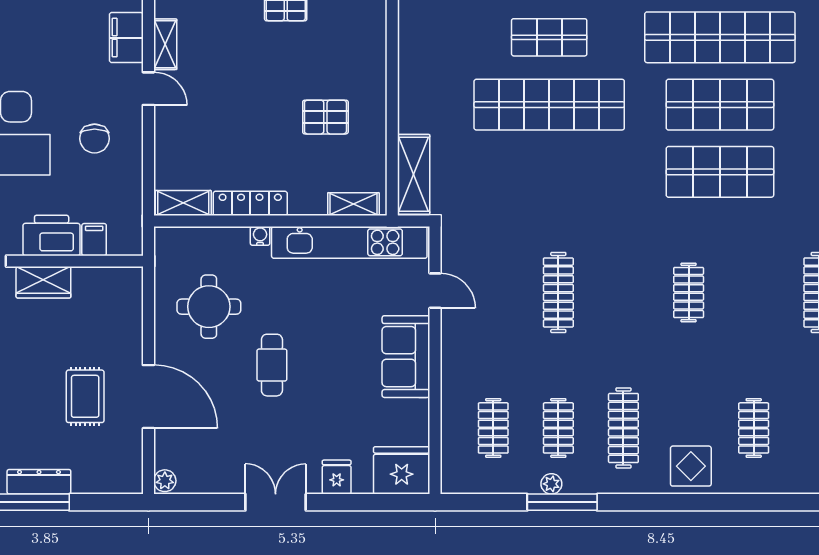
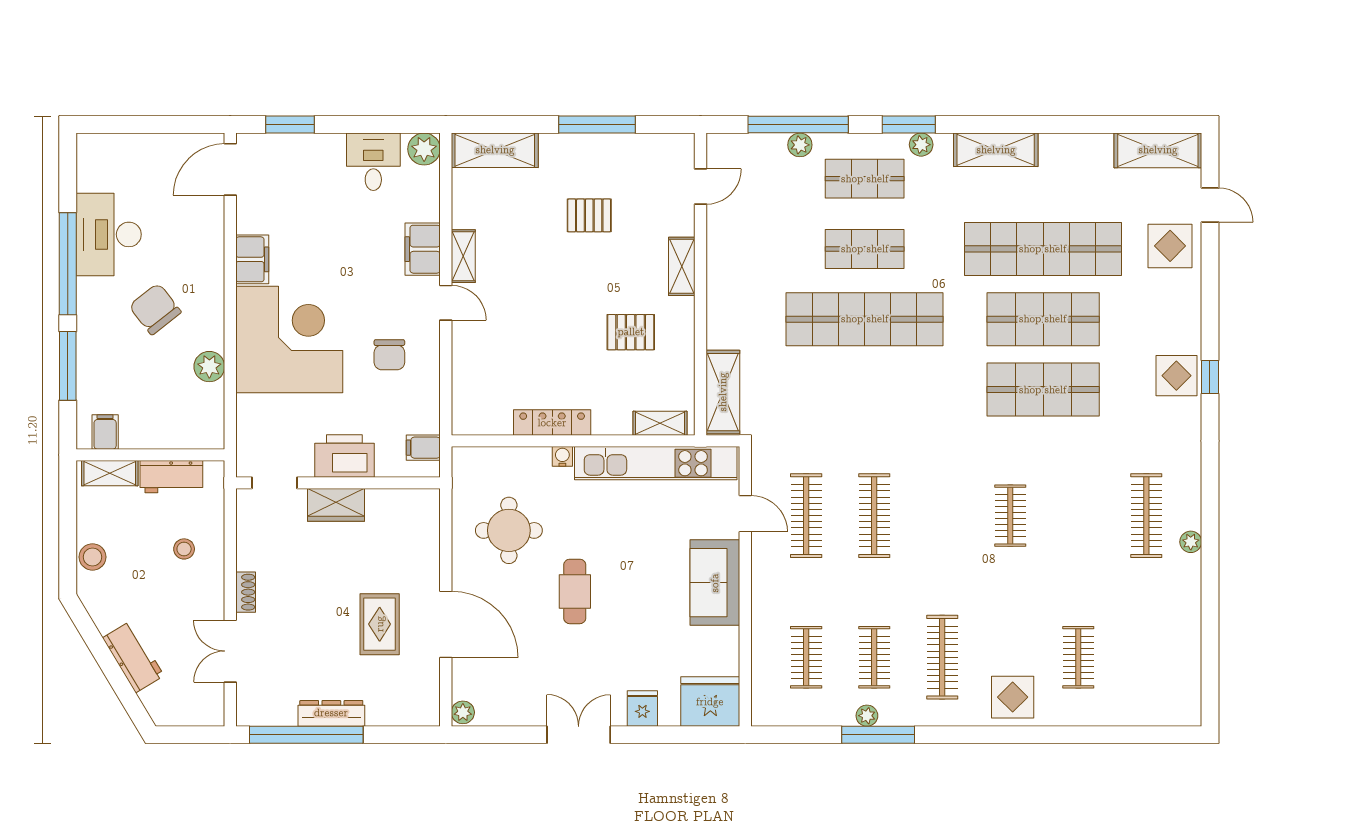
shelving: (183, 203) -> (682, 266), moved, turned 90
filing cabinet: (94, 240) -> (423, 448), moved, turned -90
clothes rail: (493, 292) -> (806, 516), added

